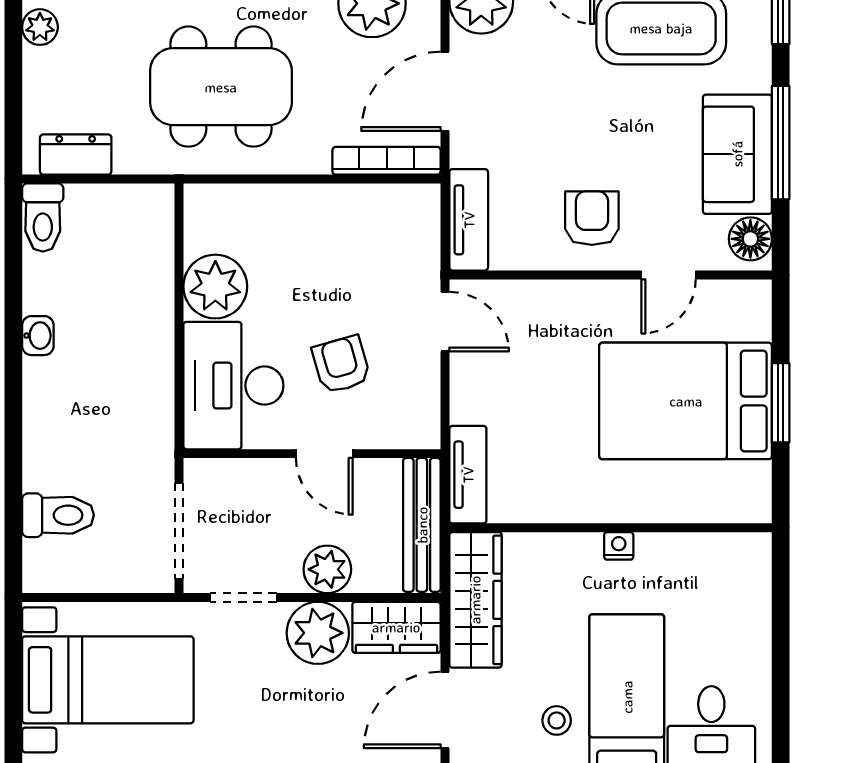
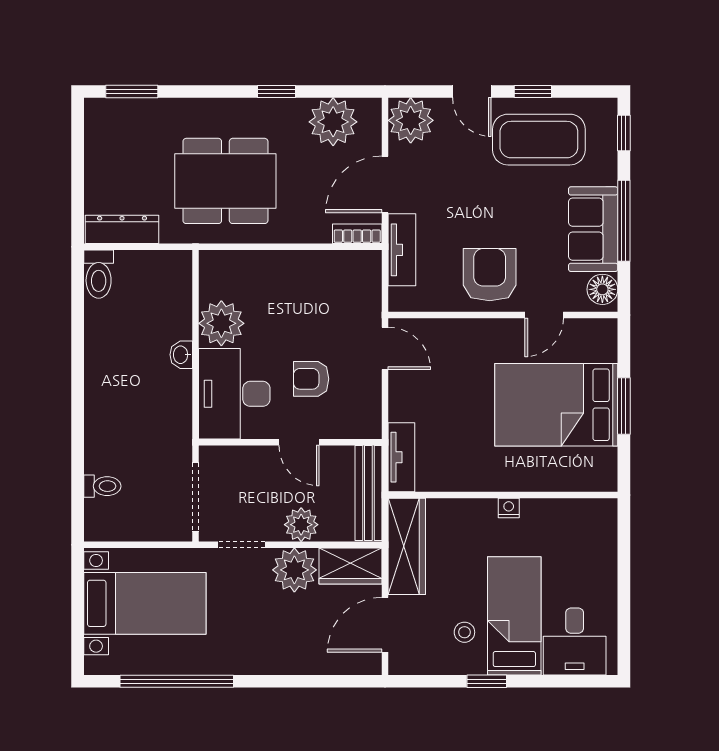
plant: (40, 27) -> (97, 139), removed
dresser: (76, 155) -> (122, 229), width x1.44
bookcase: (387, 161) -> (357, 234), width x0.64
armchair: (592, 218) -> (490, 275), width x1.38, depth x1.38
tv unit: (469, 220) -> (402, 250), moved
washbasin: (38, 336) -> (181, 355), moved, turned 180
armchair: (341, 365) -> (311, 379), turned -74
toilet: (58, 515) -> (102, 486), width x0.73, depth x0.72

